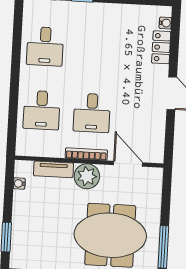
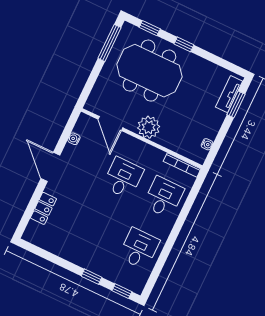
water cooler: (165, 23) -> (74, 139), moved
bookcase: (86, 154) -> (182, 165), moved
tv unit: (54, 169) -> (229, 94), moved, turned -90

